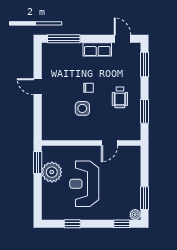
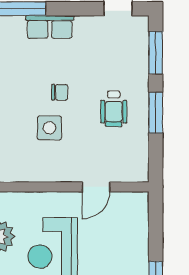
row of seats: (97, 49) -> (50, 27), moved
window: (144, 111) -> (156, 113), moved

